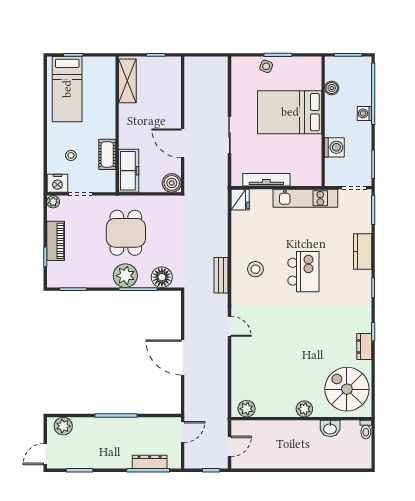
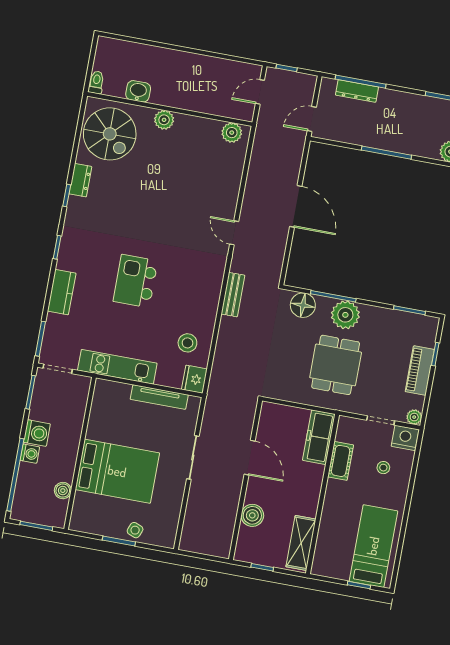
washing machine: (334, 147) -> (37, 433), moved, turned 180
boiler: (172, 183) -> (252, 515), moved
stool: (255, 269) -> (187, 343), moved

